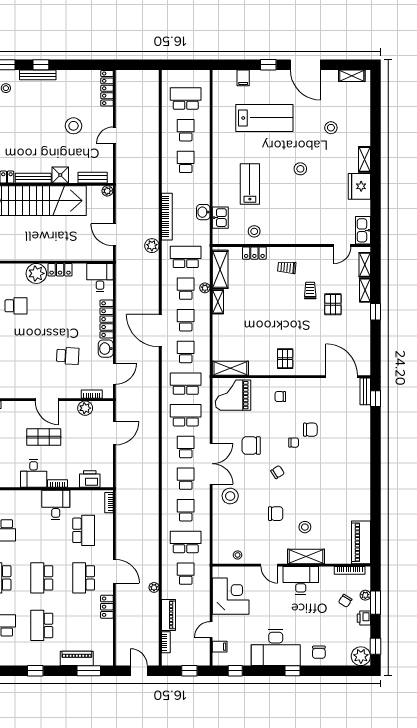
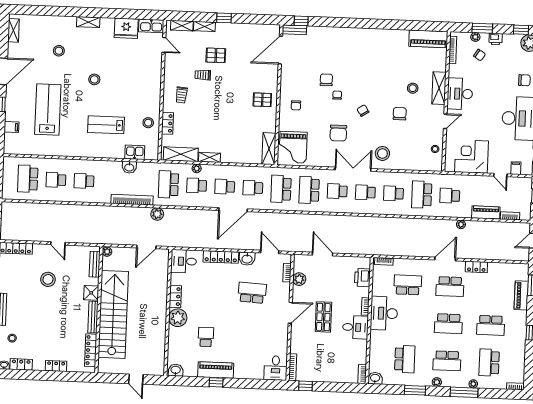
fridge: (359, 186) -> (126, 28), moved
school desk: (68, 356) -> (252, 293), width x1.85
desk: (56, 505) -> (384, 313), width x1.37

